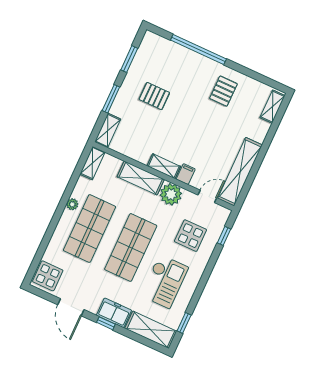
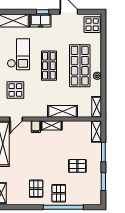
pallet: (196, 71) -> (59, 193), added
plant: (171, 194) -> (39, 110), removed
shop shelf: (131, 247) -> (49, 66), width x0.70, depth x0.74
checkout: (164, 281) -> (18, 54), turned 180

